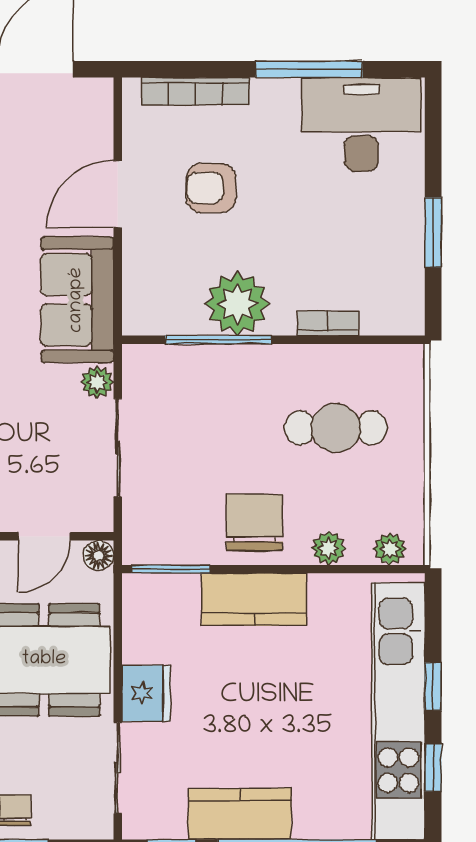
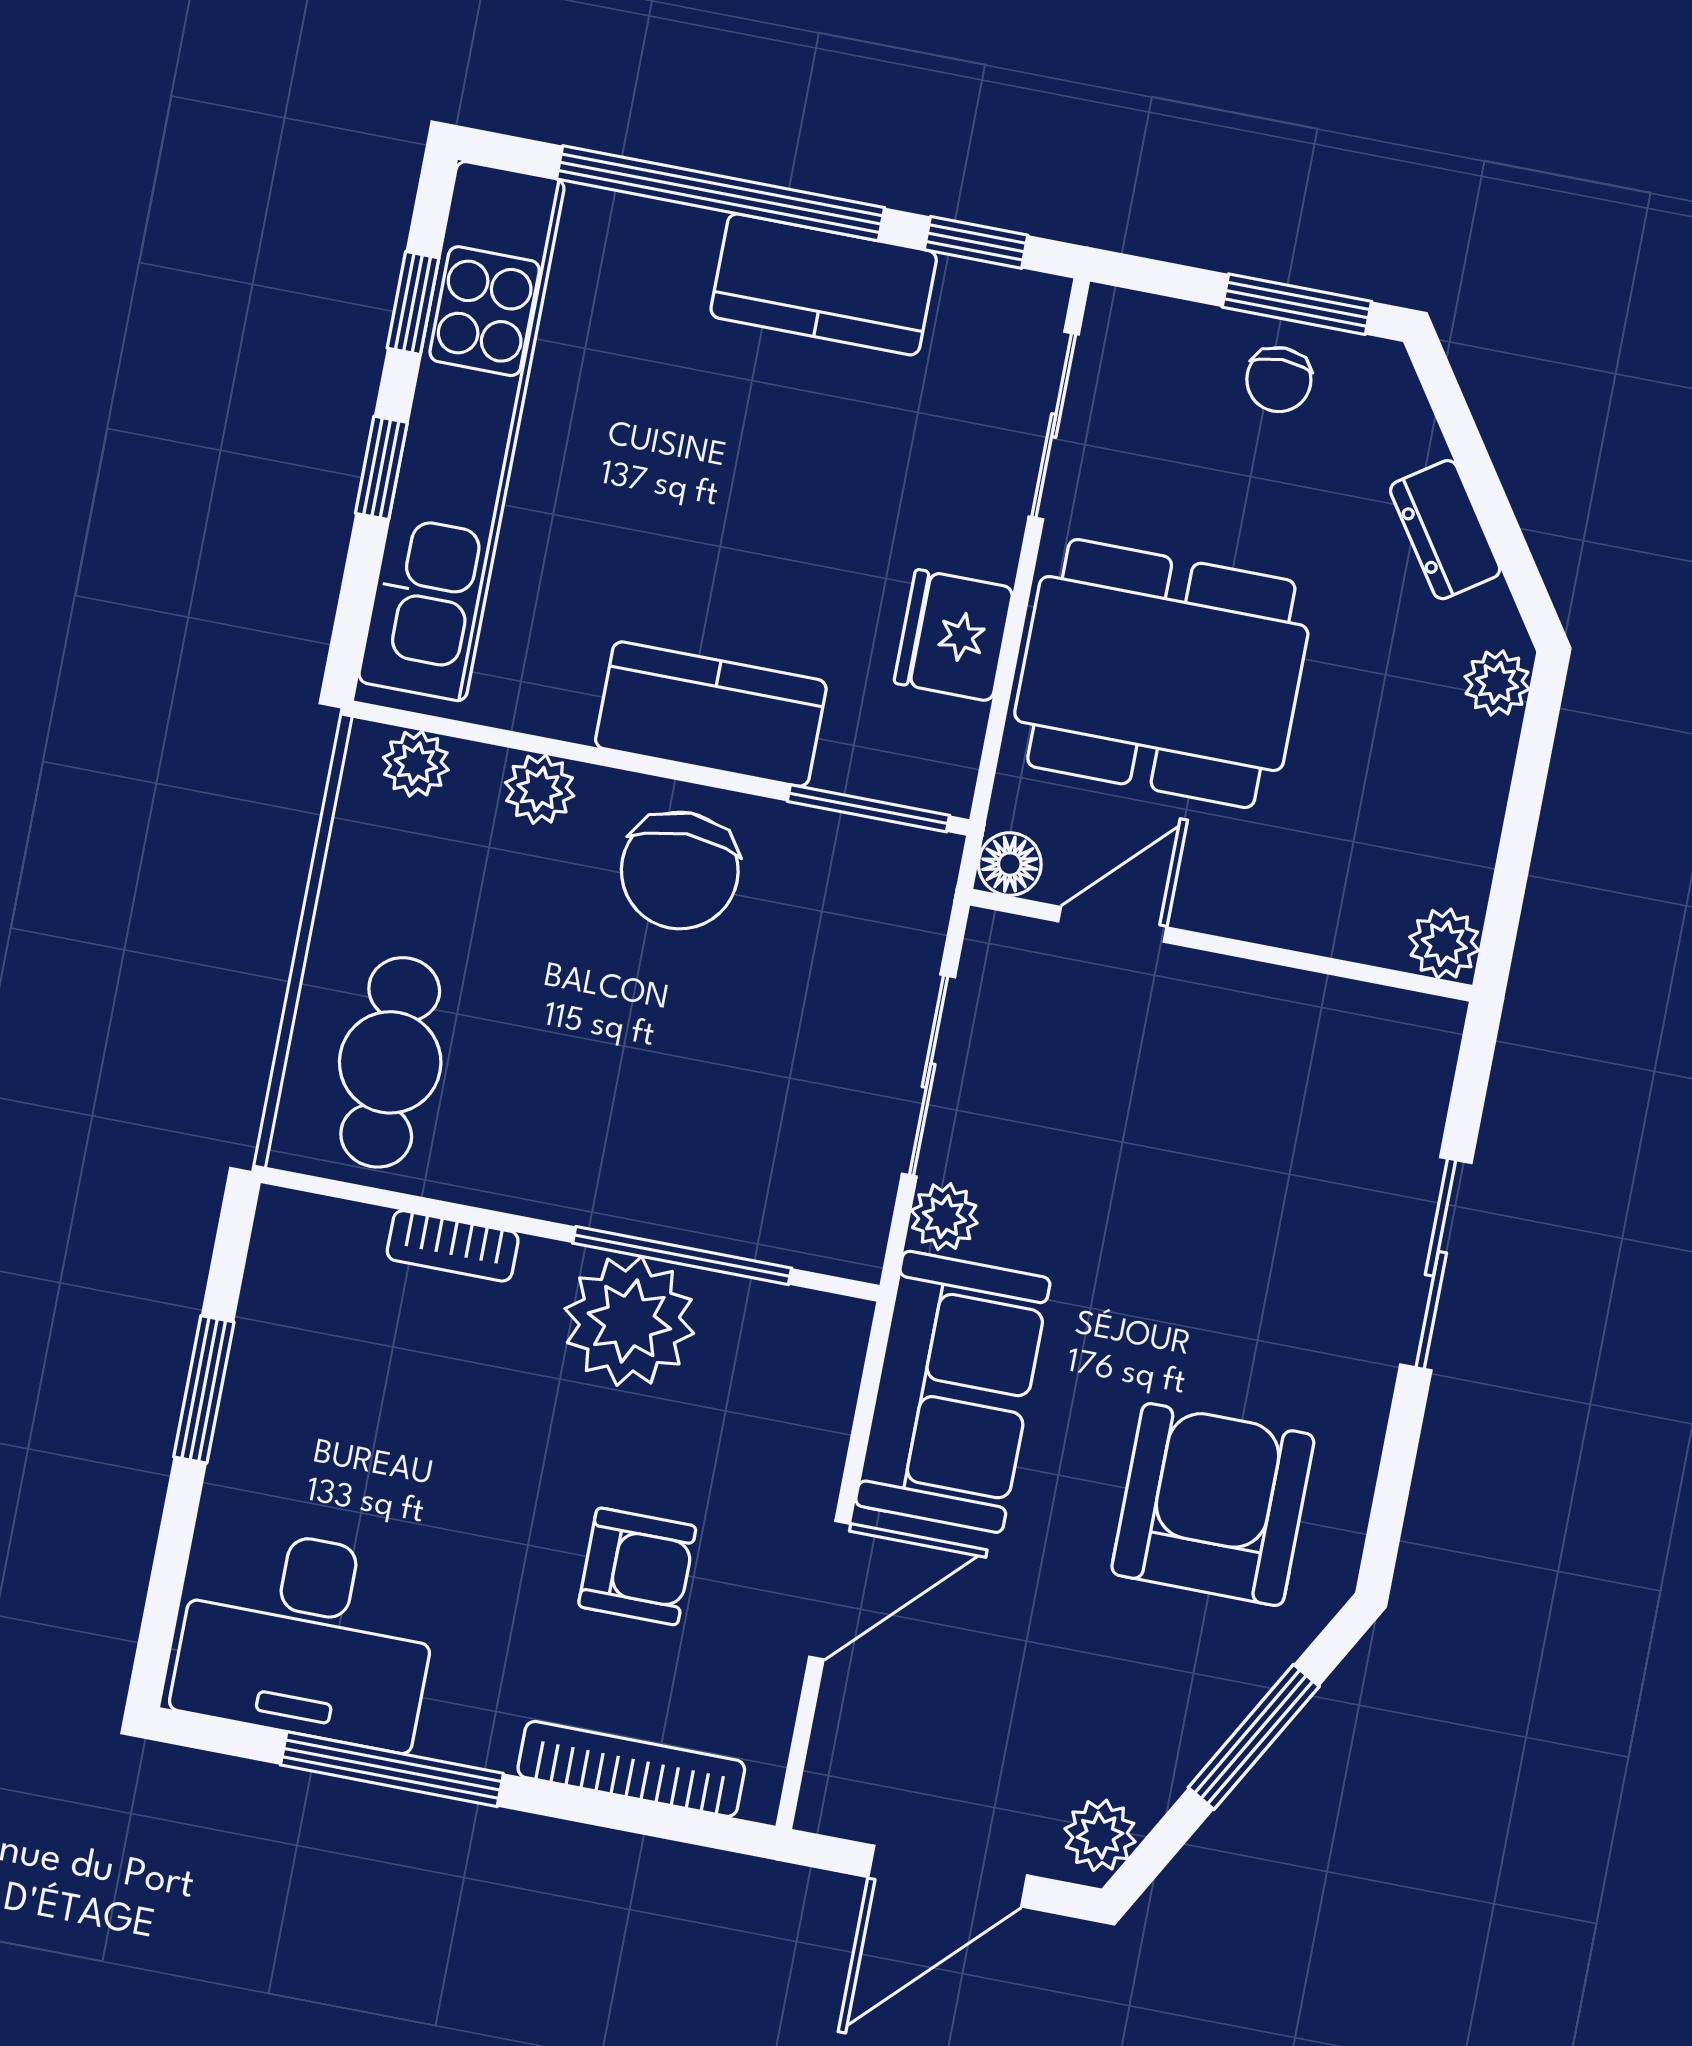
cafe table: (336, 428) -> (390, 1062), moved, turned 90
fridge: (146, 693) -> (954, 635), moved

